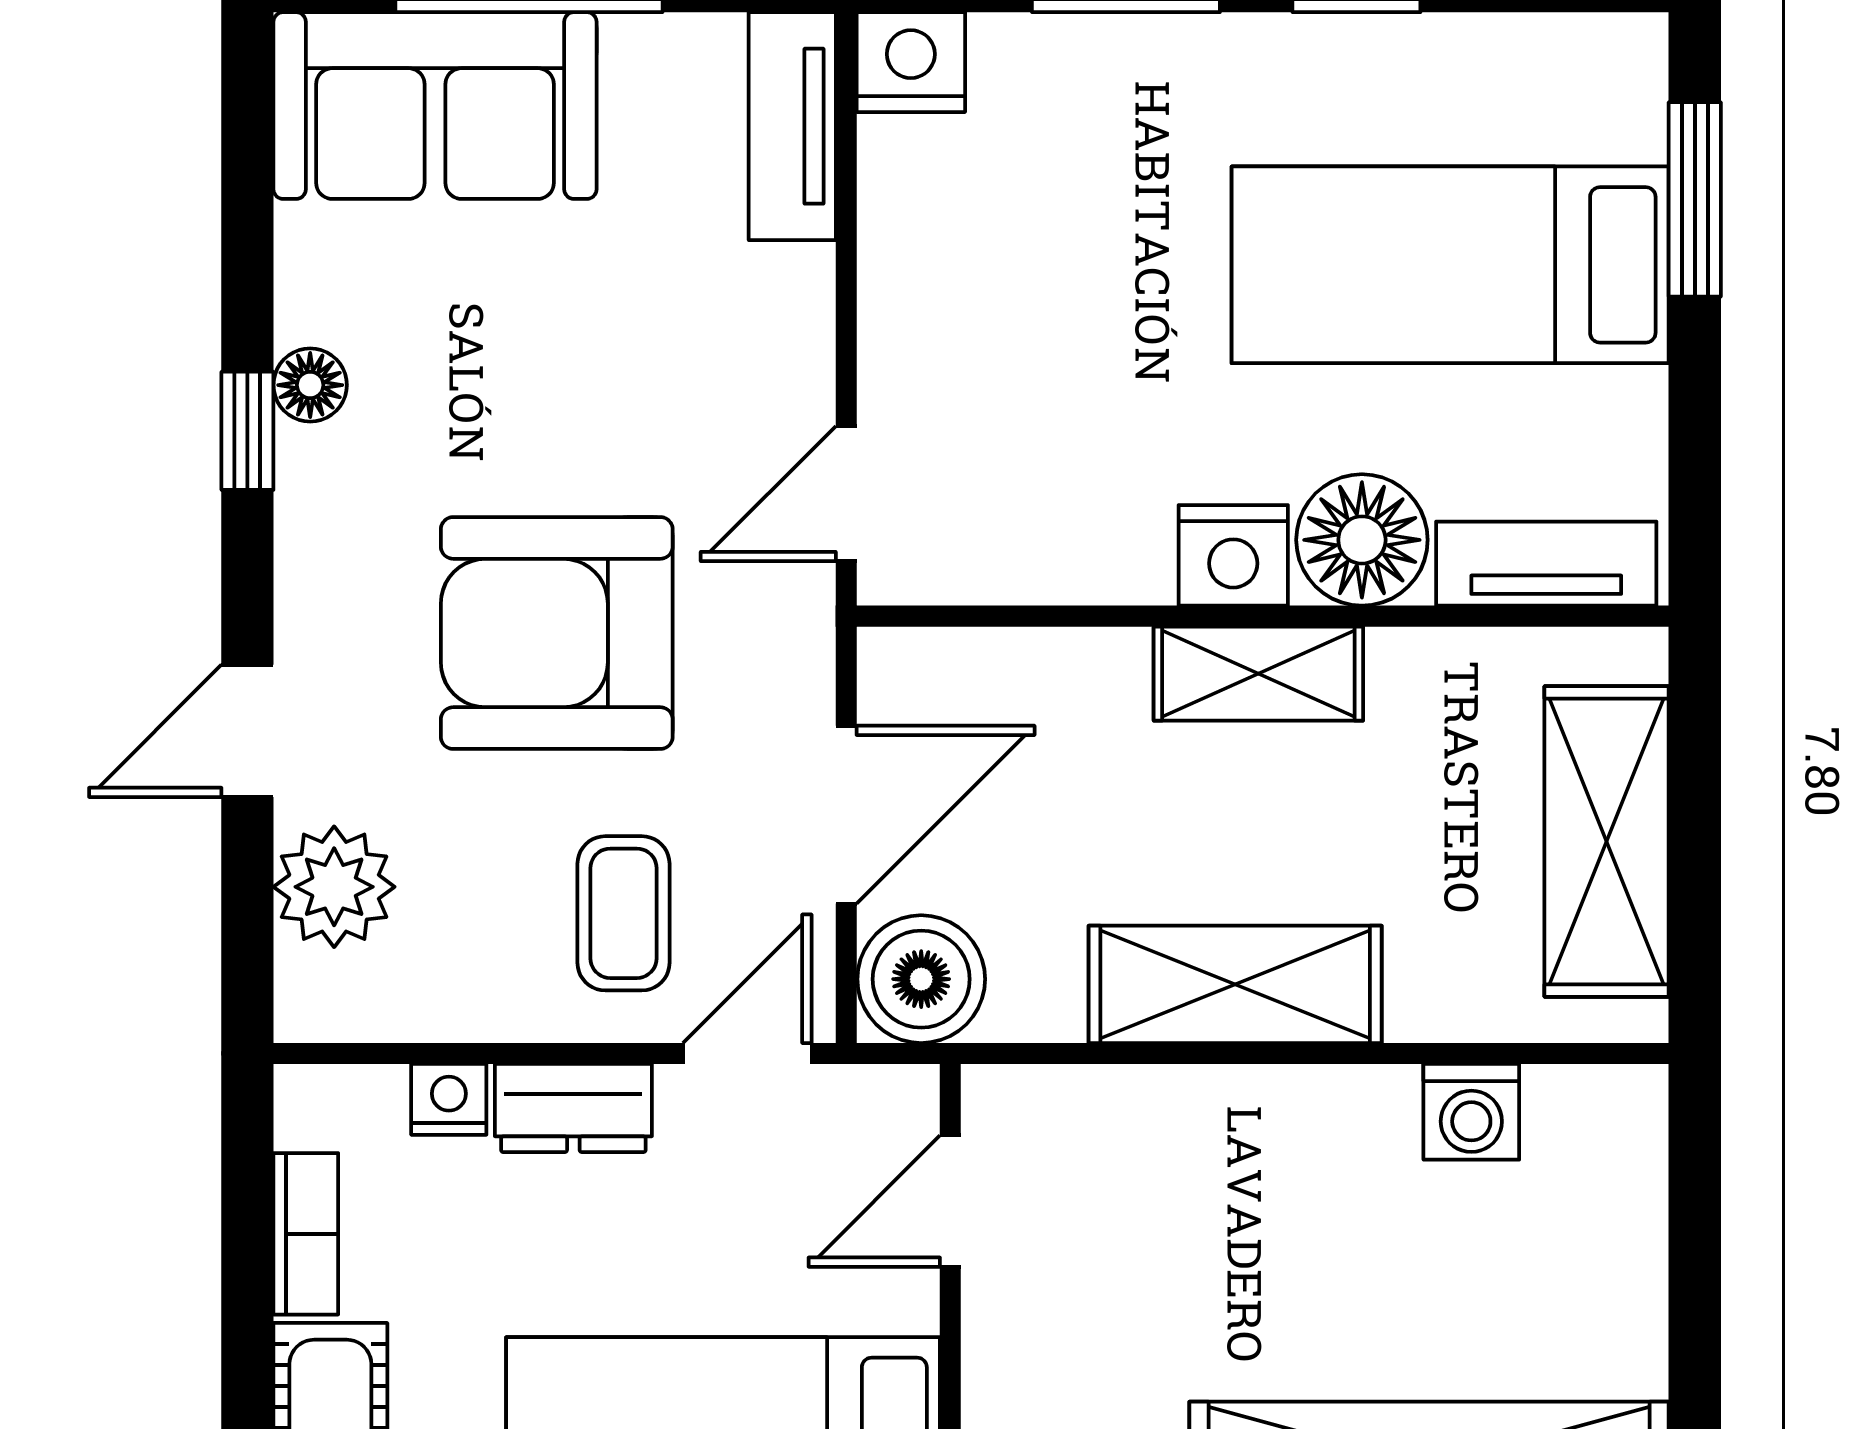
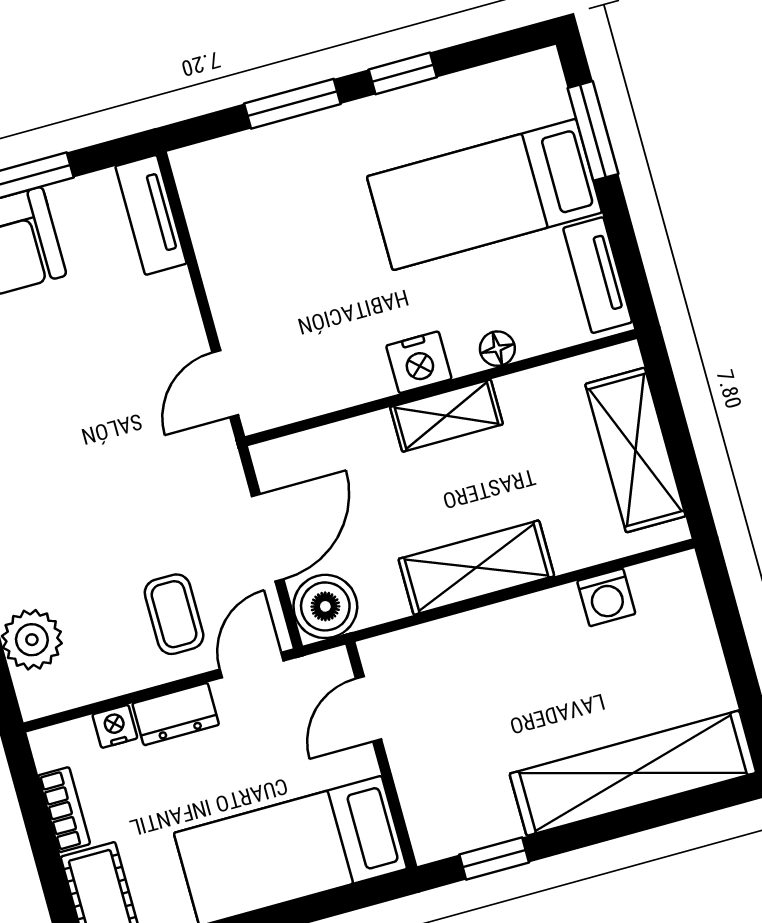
nightstand: (911, 62) -> (199, 169), removed
floor lamp: (1362, 540) -> (497, 349), width x0.53, depth x0.53
tv unit: (1546, 564) -> (598, 275), moved, turned -90
armchair: (557, 633) -> (105, 489), removed

